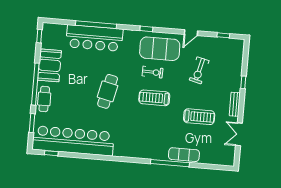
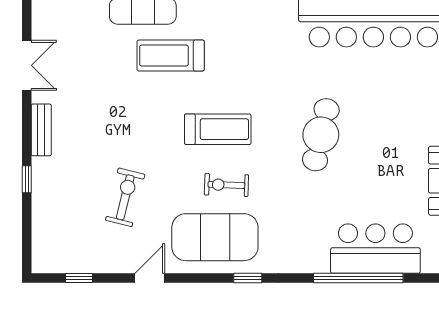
bar counter: (94, 38) -> (375, 249), width x0.73
treadmill: (199, 117) -> (171, 56), moved

